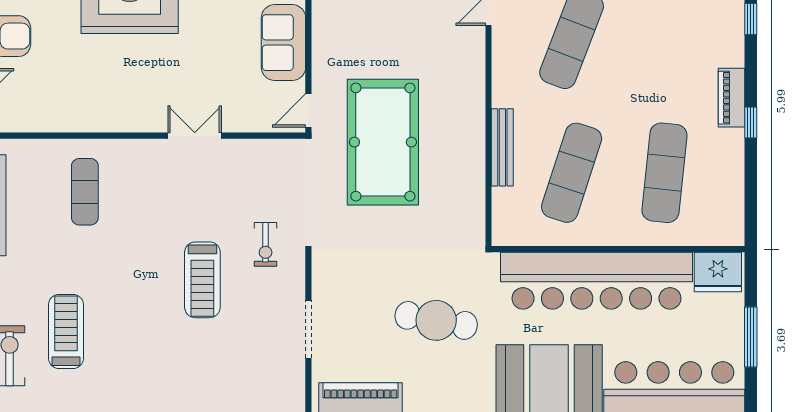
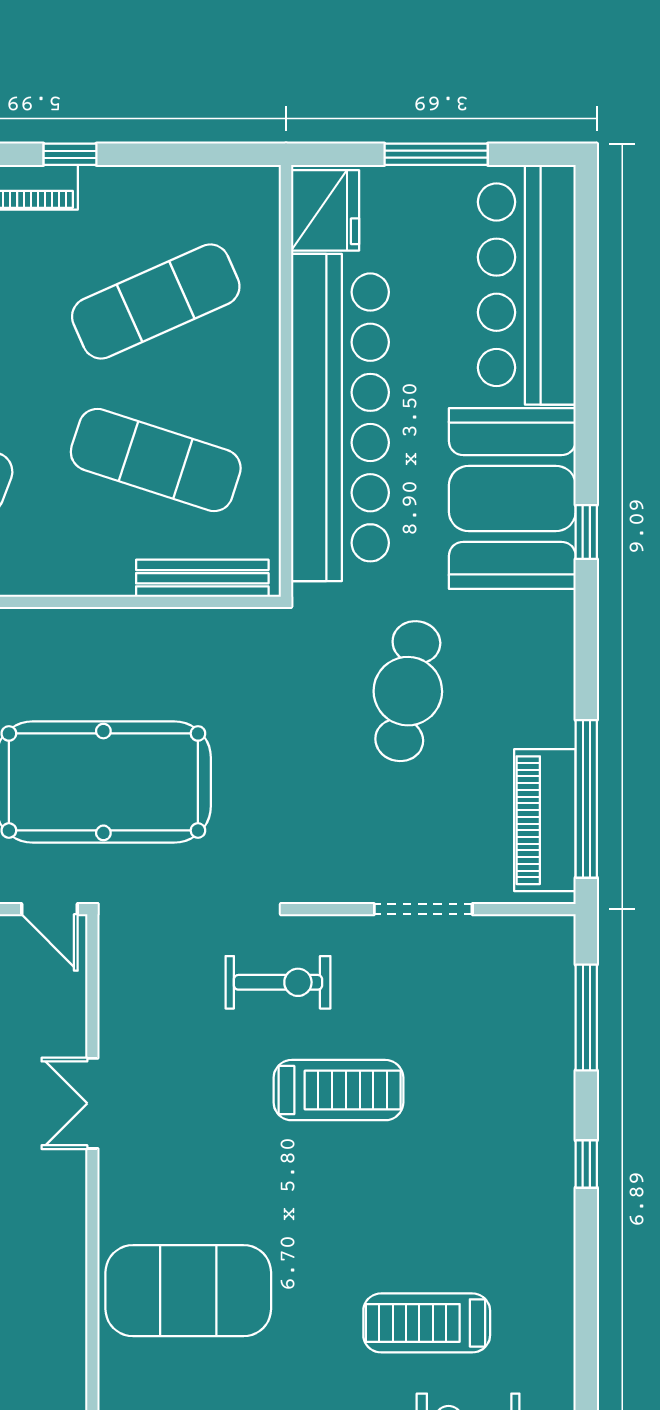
bench: (502, 147) -> (202, 578), moved
exercise mat: (664, 173) -> (156, 301), turned -30
exercise mat: (85, 192) -> (188, 1291), width x2.00, depth x1.45
exercise bike: (266, 244) -> (278, 982), width x1.38, depth x1.39

